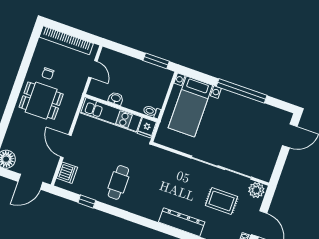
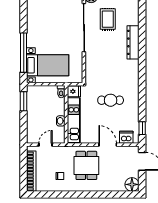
window: (242, 91) -> (24, 53), moved
dining table: (41, 101) -> (86, 165), moved
door: (66, 146) -> (108, 145), swing flipped
cafe table: (118, 182) -> (111, 100), moved
window: (87, 202) -> (142, 128), moved

